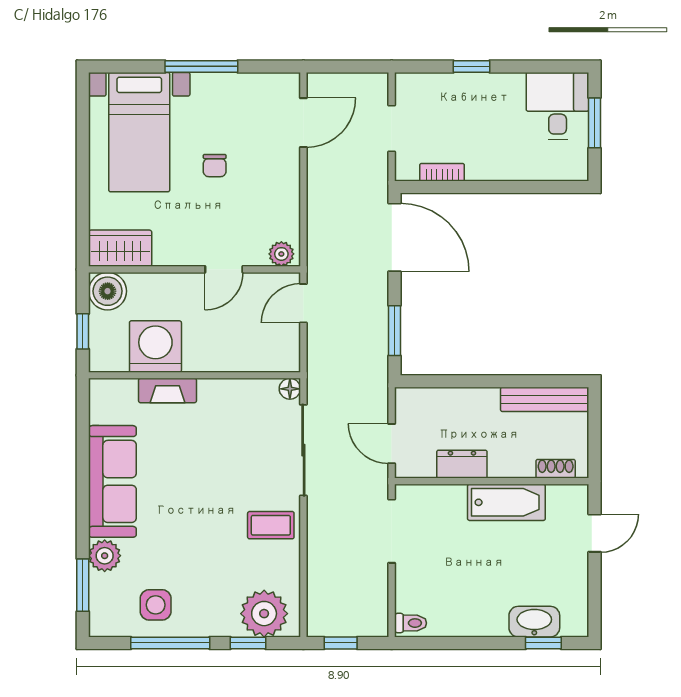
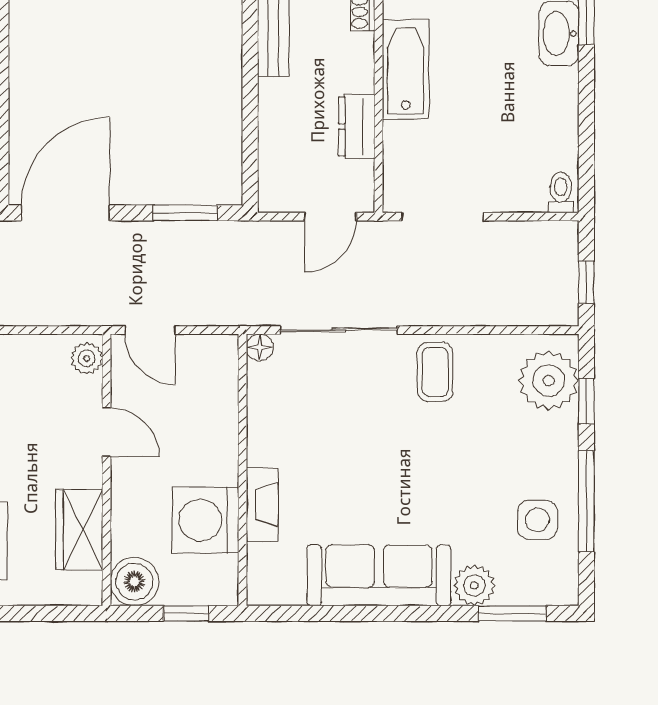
wardrobe: (120, 248) -> (79, 530), moved

